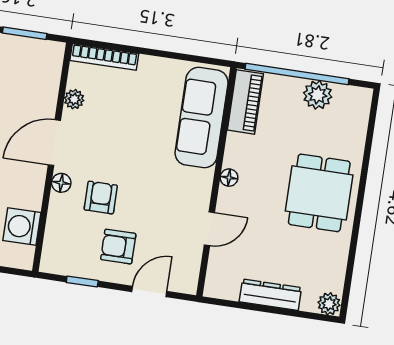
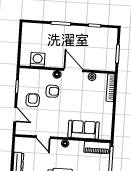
sofa: (202, 118) -> (84, 130), width x0.73

